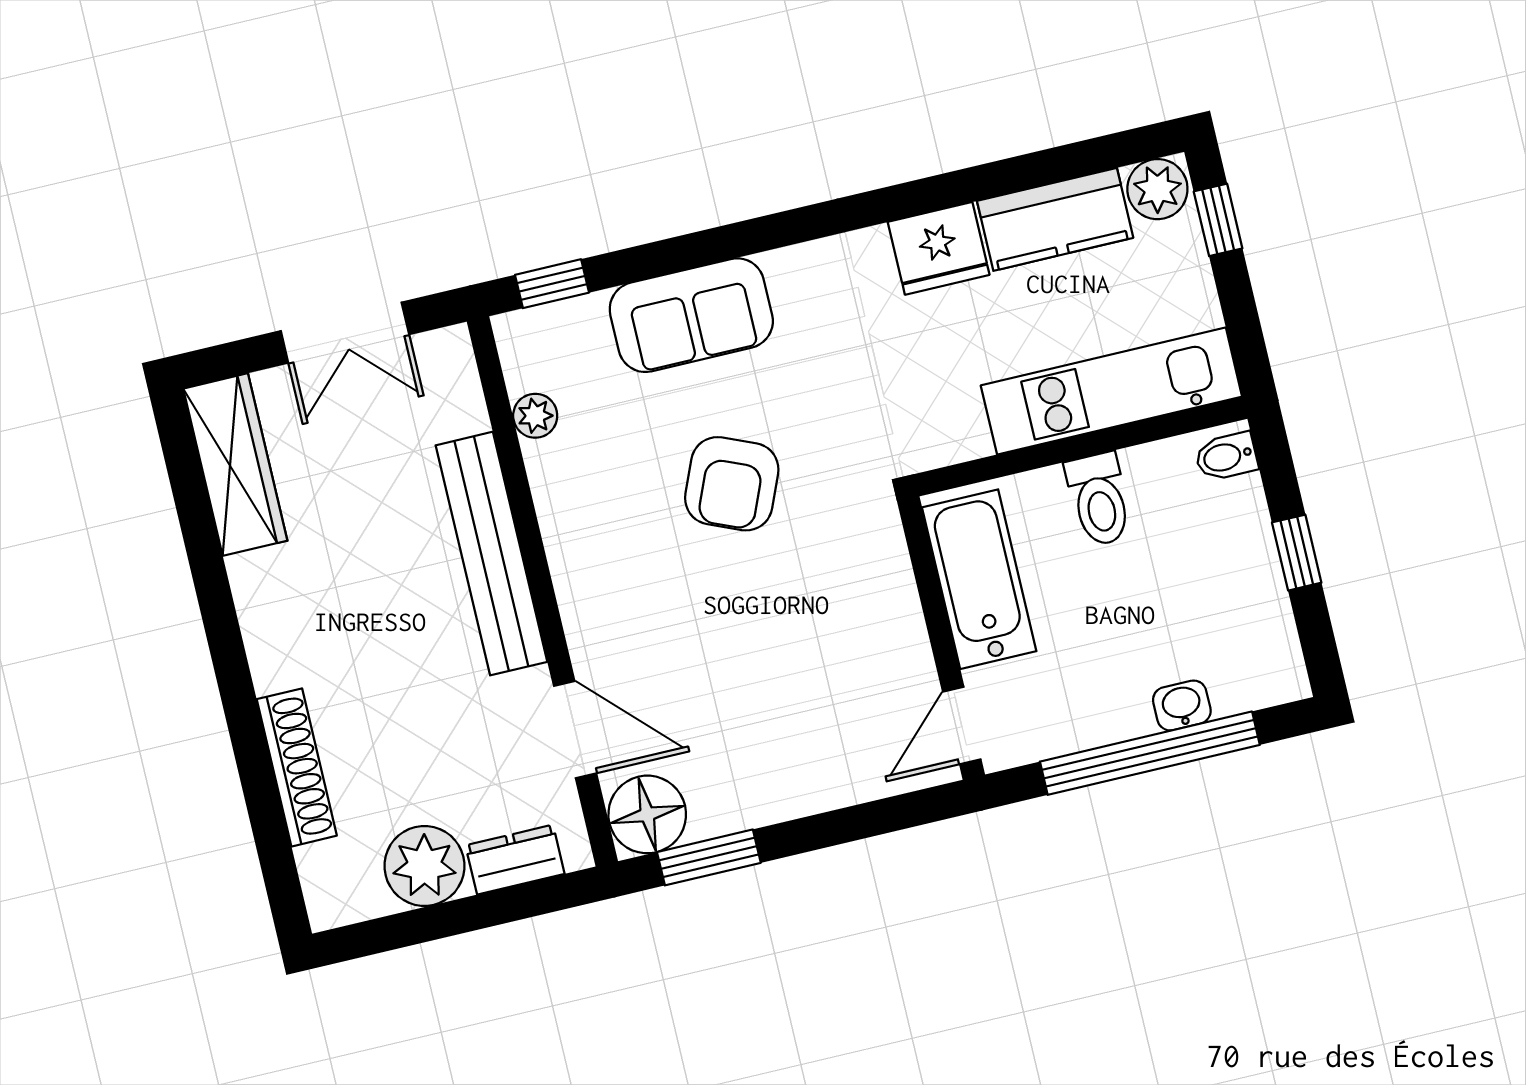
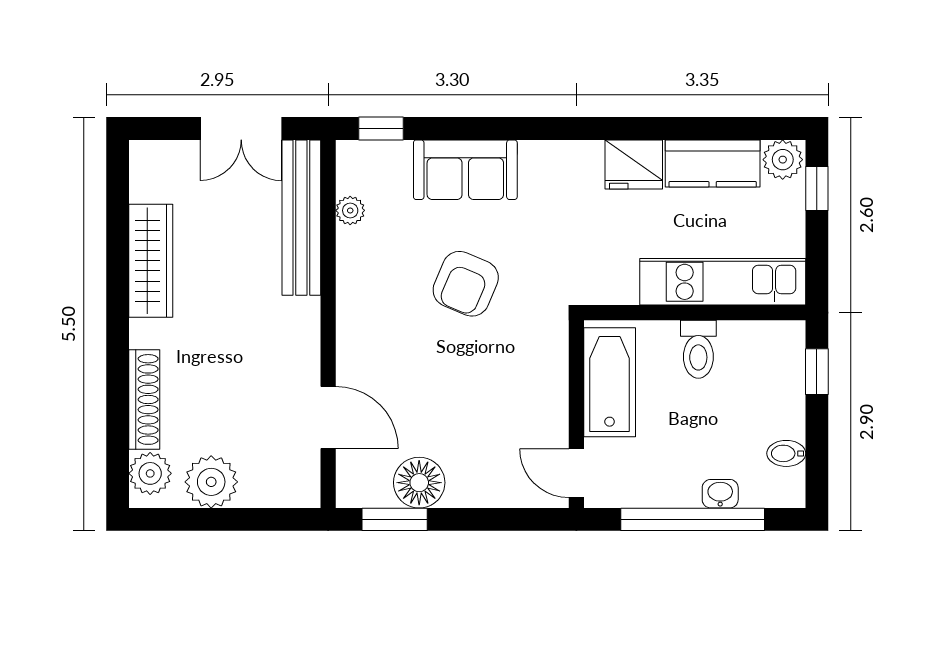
bidet: (1226, 457) -> (786, 453), moved
wardrobe: (235, 465) -> (151, 261), moved
window: (1297, 553) -> (817, 372), moved
bench: (491, 554) -> (301, 218), moved
door: (962, 725) -> (576, 473), hinge flipped
floor lamp: (647, 814) -> (419, 483), moved
dresser: (515, 860) -> (270, 491), removed
plant: (331, 875) -> (150, 473), added

